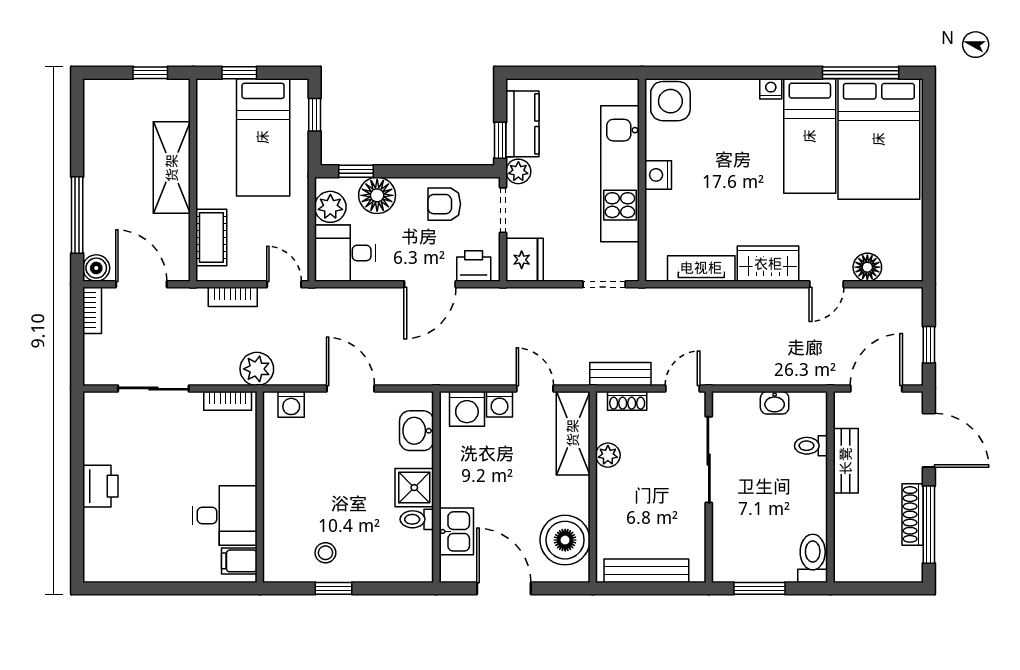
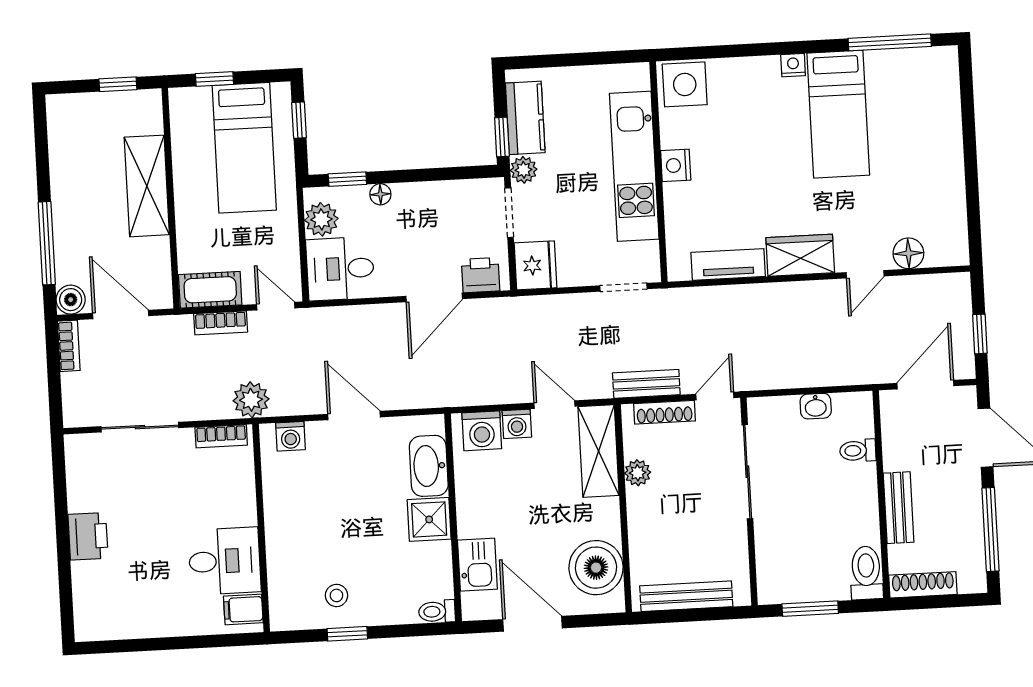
bed: (879, 139) -> (913, 113), removed
floor lamp: (377, 195) -> (380, 194), width x0.53, depth x0.53
armchair: (444, 204) -> (445, 210), removed
cot: (211, 238) -> (210, 290), moved, turned 90
shoe rack: (627, 401) -> (664, 412), width x1.43
washbasin: (417, 431) -> (429, 466), width x1.38
bench: (846, 461) -> (899, 508), moved
shoe rack: (913, 514) -> (923, 585), moved, turned 90
toilet: (417, 519) -> (437, 611), moved

